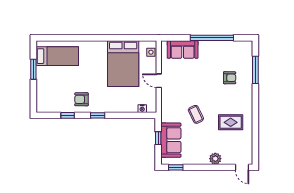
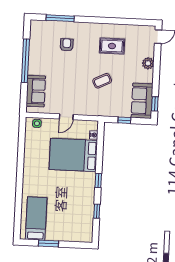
bed: (123, 64) -> (73, 155), moved, turned 180
armchair: (81, 99) -> (81, 196), removed
rug: (231, 122) -> (112, 46), turned 90
sofa: (171, 140) -> (142, 101), moved, turned -90

